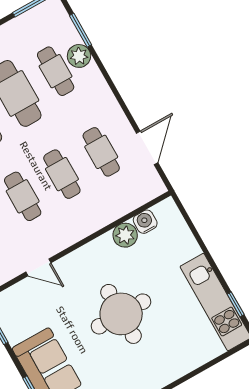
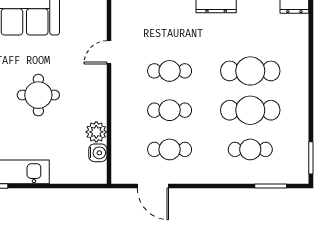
plant: (79, 56) -> (252, 174), removed
round table: (121, 314) -> (38, 95), width x0.73, depth x0.73

